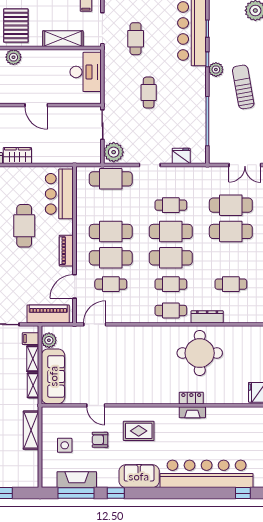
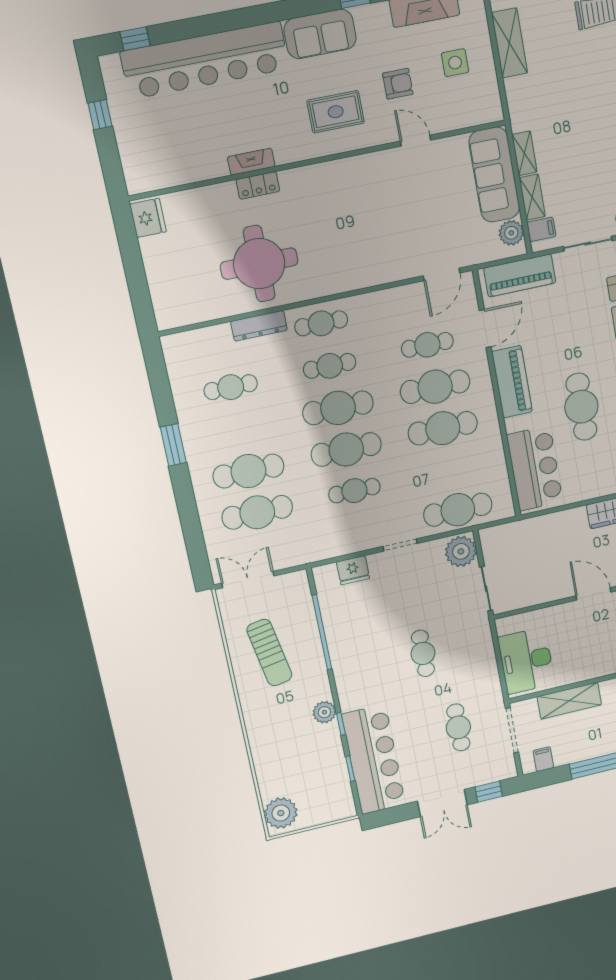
sun lounger: (243, 87) -> (269, 653), moved
piano: (66, 251) -> (512, 382), width x1.37, depth x1.33
shelving: (31, 430) -> (509, 43), moved

